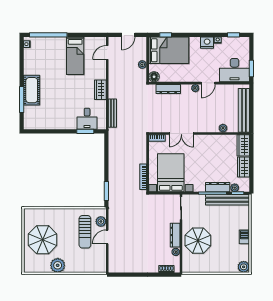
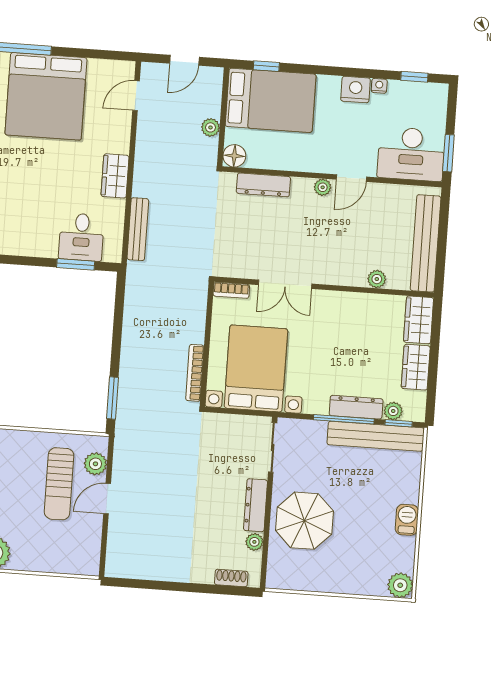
bed: (75, 56) -> (46, 96), width x2.04

